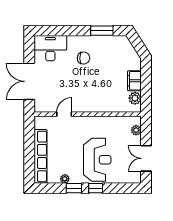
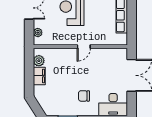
door: (64, 114) -> (84, 47), moved

